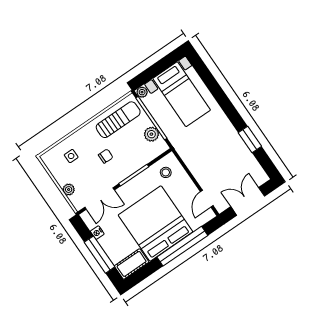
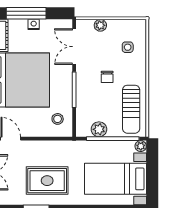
rug: (220, 147) -> (47, 181), added
nightstand: (97, 233) -> (34, 24), moved

